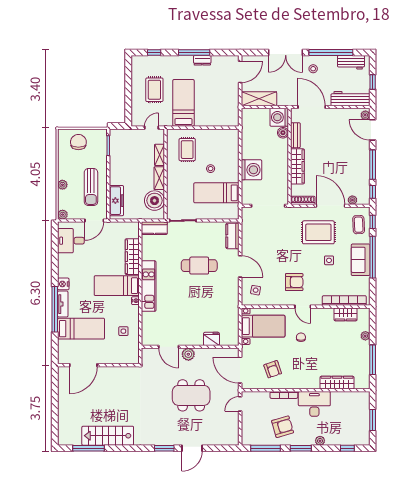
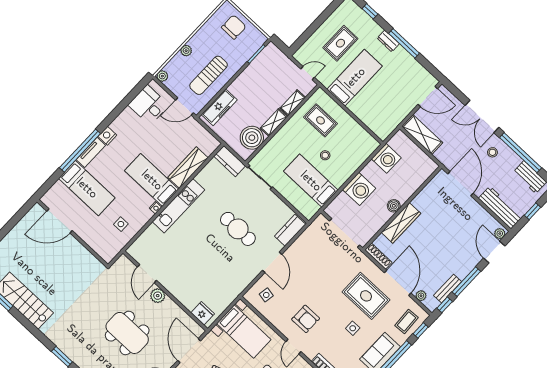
dresser: (202, 60) -> (388, 41), moved
washing machine: (279, 117) -> (386, 158), moved, turned 180
boiler: (283, 133) -> (394, 206), moved
bench: (295, 135) -> (448, 289), moved
rug: (187, 150) -> (320, 120), turned 90
fridge: (211, 339) -> (203, 313), moved

